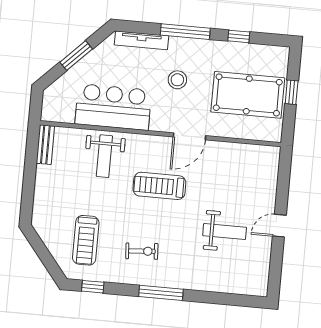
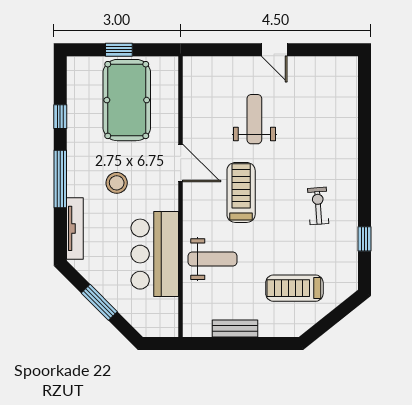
bench: (45, 145) -> (235, 329), moved
treadmill: (159, 186) -> (241, 192), turned 180
weight bench: (225, 231) -> (254, 119), moved
treadmill: (86, 240) -> (294, 288), moved, turned 180
window: (93, 287) -> (364, 239), moved
window: (161, 293) -> (364, 179), removed

